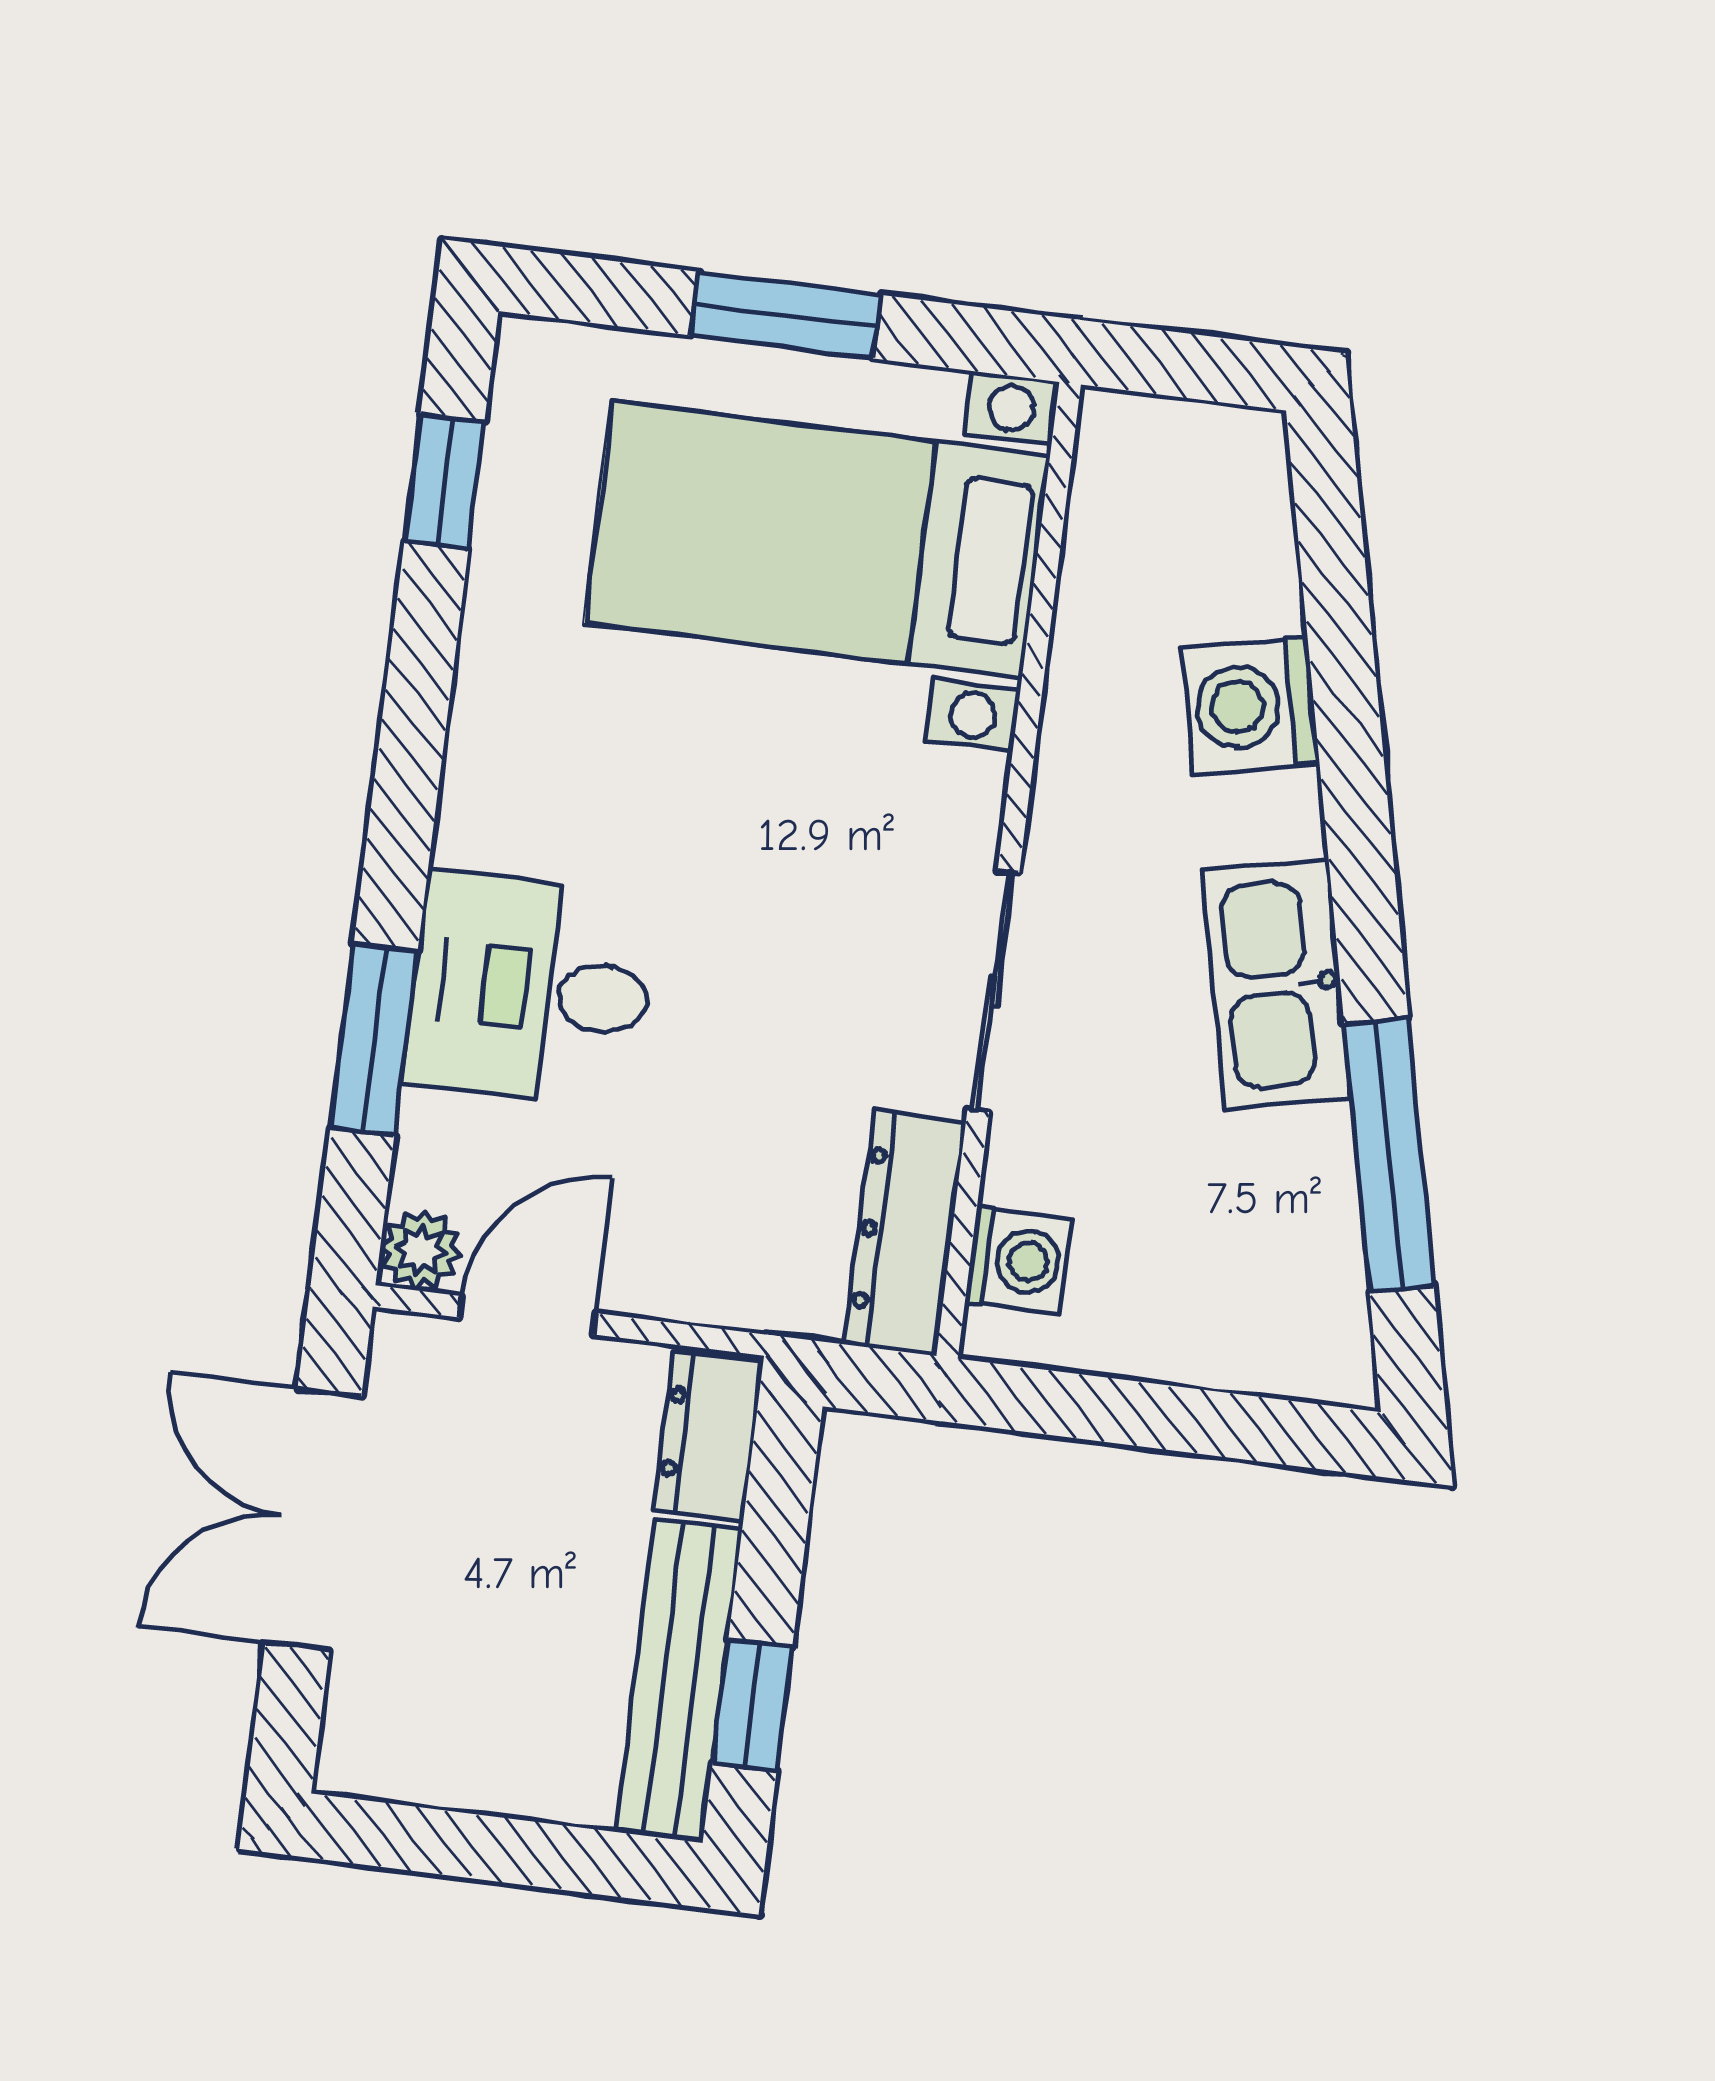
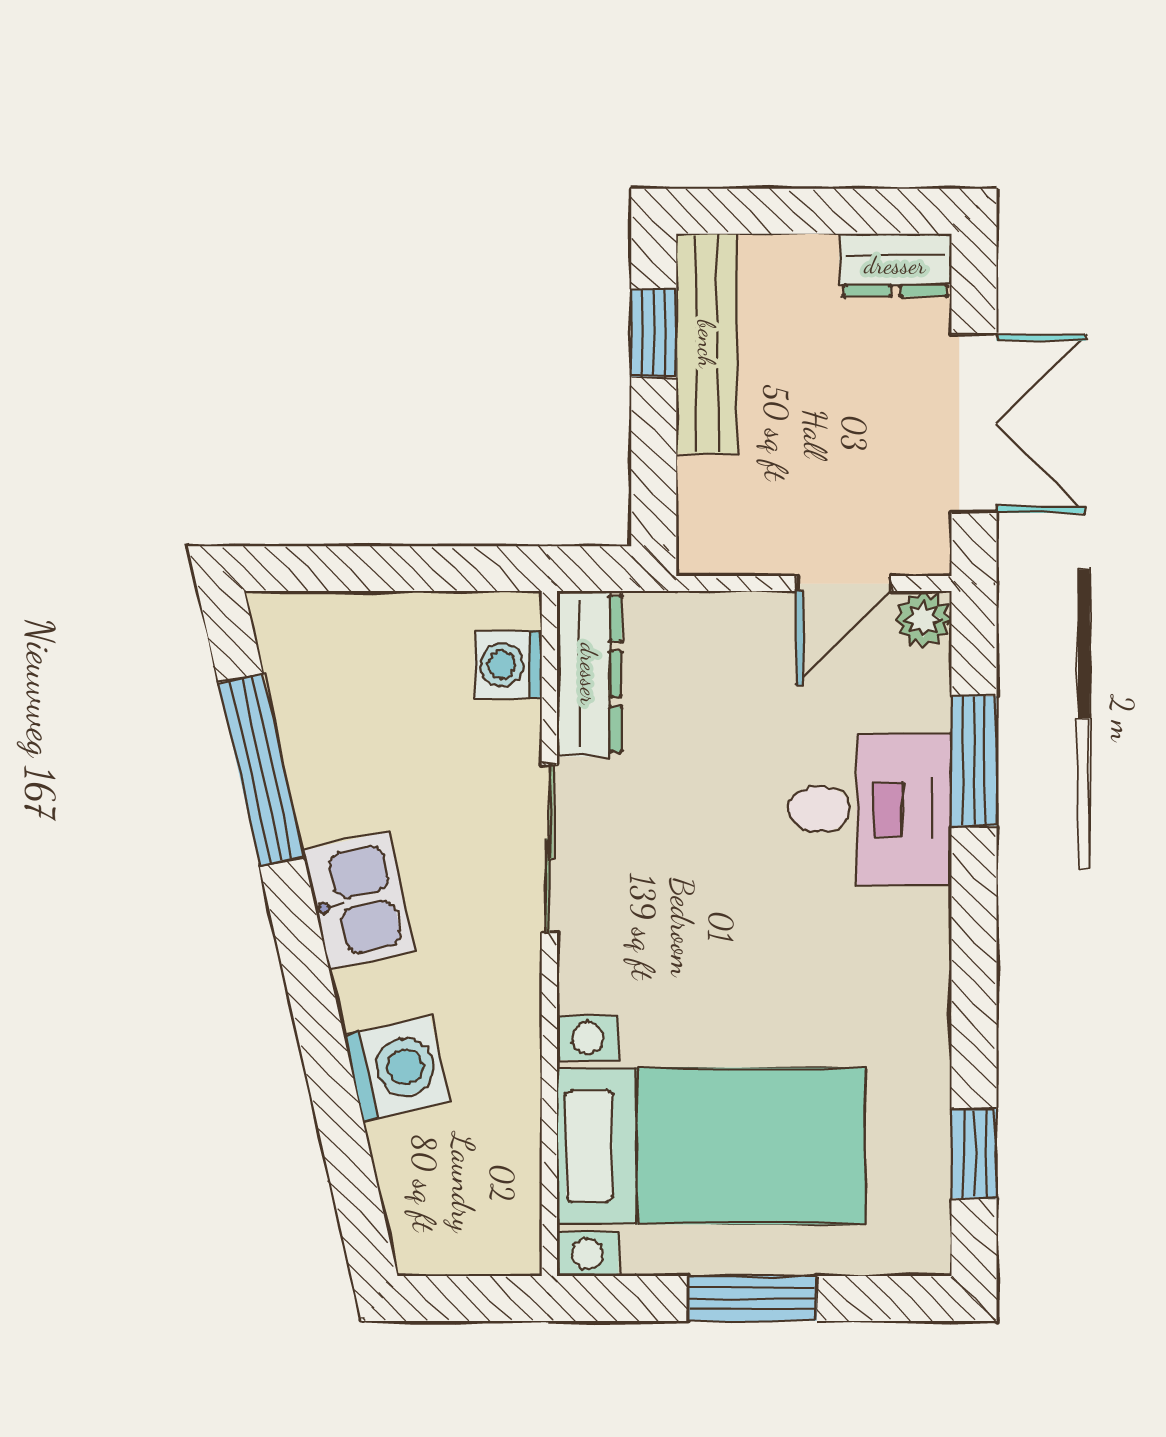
kitchen sink: (1277, 984) -> (359, 901), width x0.73
dresser: (709, 1436) -> (895, 265), moved, turned 90

